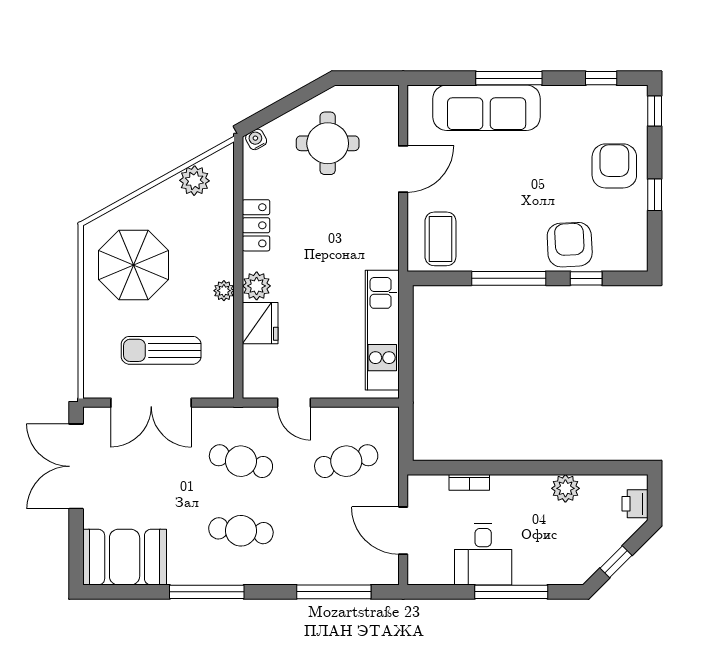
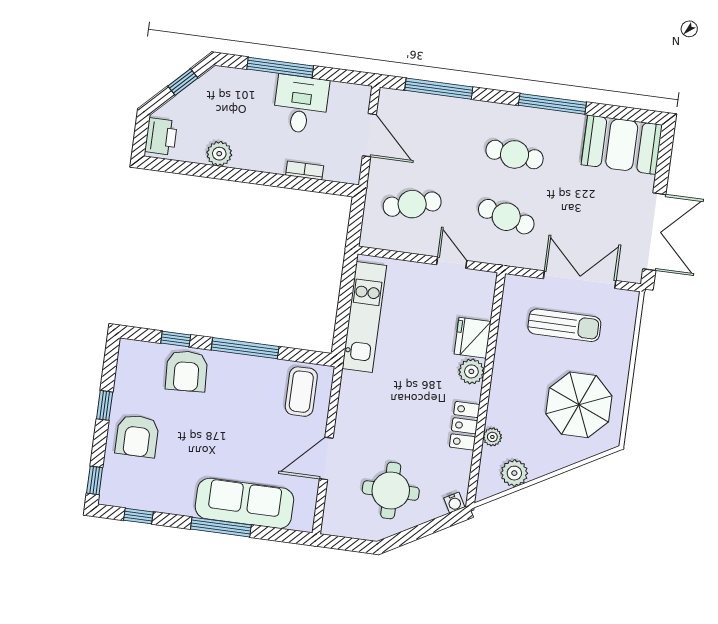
plant: (224, 291) -> (492, 437), moved
printer: (635, 504) -> (161, 136), width x1.36, depth x1.24

